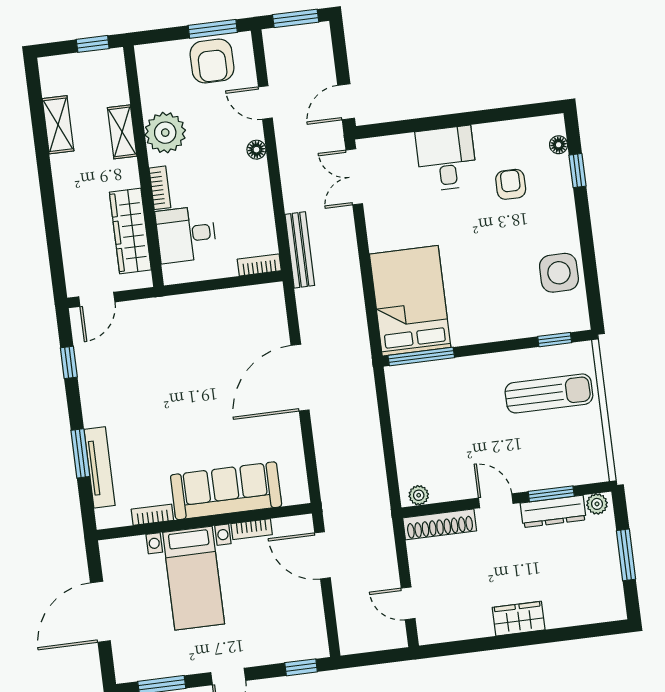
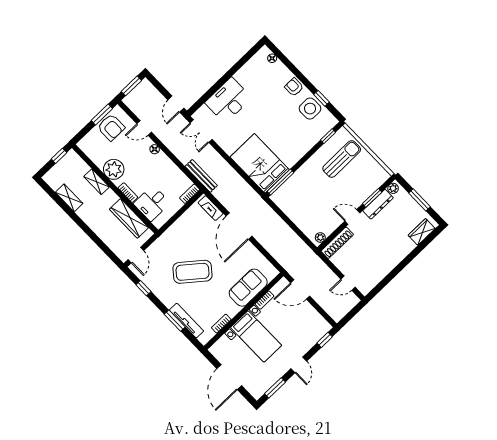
desk: (446, 159) -> (228, 100), width x1.37
window: (578, 171) -> (321, 98), moved
armchair: (511, 184) -> (294, 87), moved
fireplace: (276, 314) -> (210, 208), added
coffee table: (169, 395) -> (192, 272), added
sofa: (226, 491) -> (248, 288), width x0.73
wardrobe: (519, 619) -> (422, 232), moved

